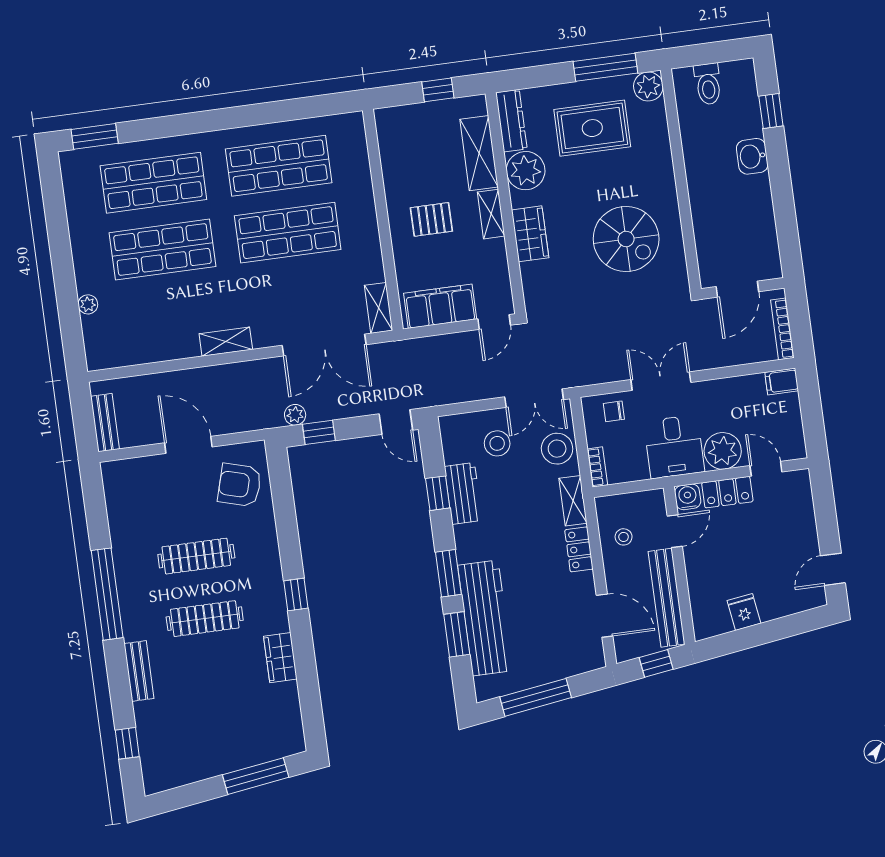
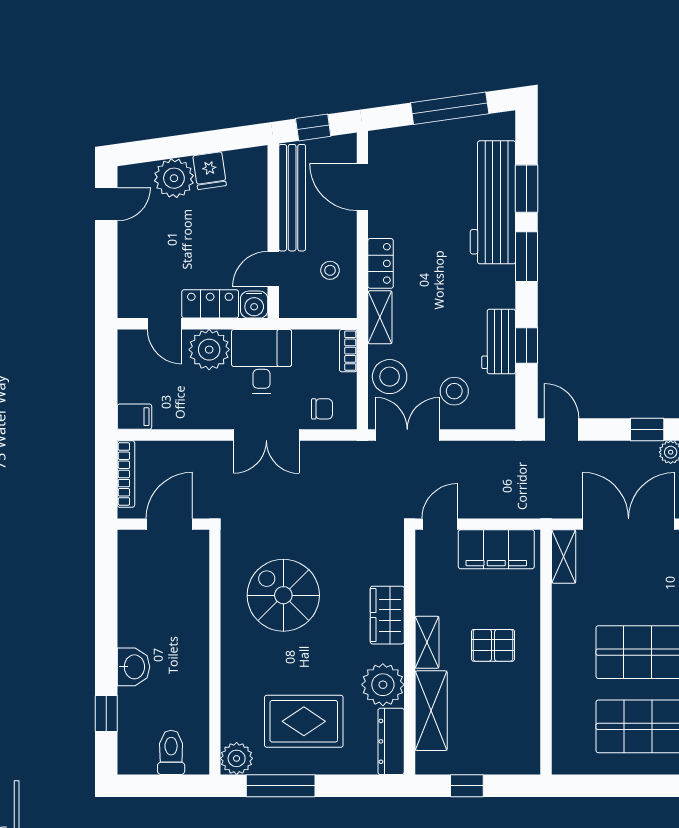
plant: (775, 601) -> (174, 178), added

